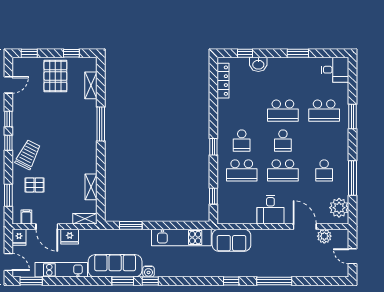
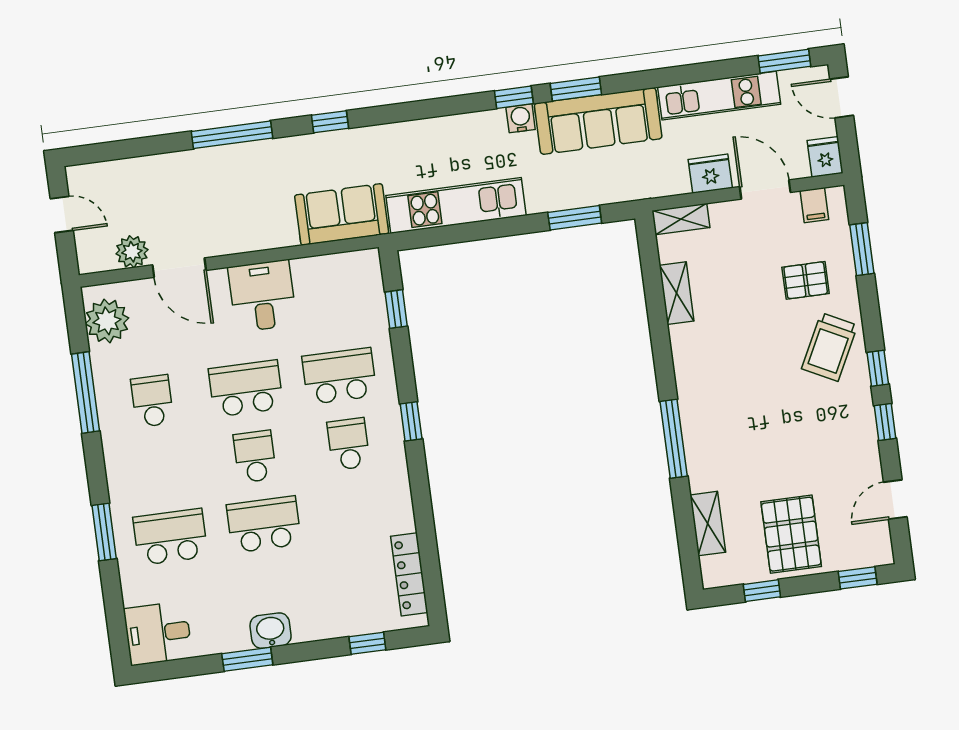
washbasin: (258, 64) -> (271, 631), moved

